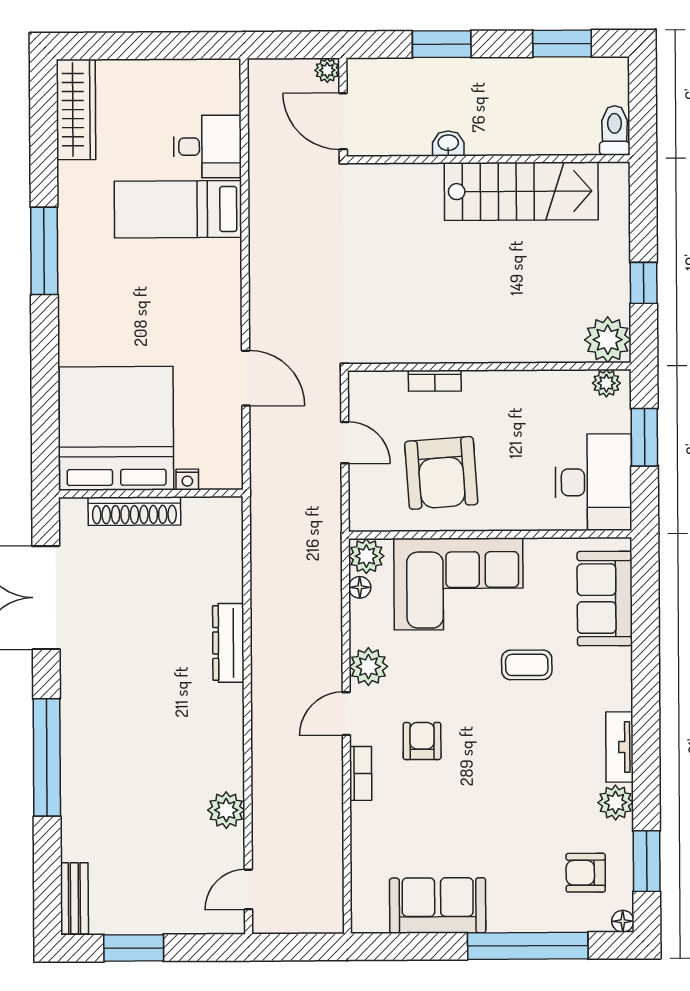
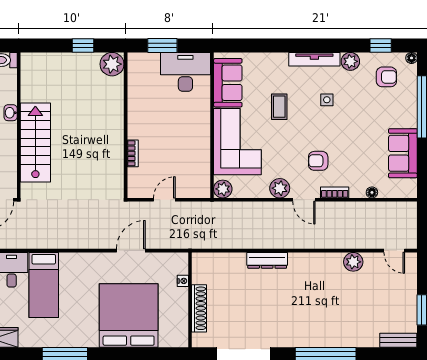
washbasin: (448, 143) -> (11, 113), moved
stairs: (521, 191) -> (35, 142), moved
plant: (606, 383) -> (134, 65), removed
bed: (116, 428) -> (129, 315), moved, turned 90
armchair: (441, 473) -> (180, 150), removed
floor lamp: (360, 587) -> (372, 192), moved
sofa: (605, 599) -> (228, 83), moved, turned -90
tv unit: (619, 747) -> (314, 59), width x1.41
side table: (541, 757) -> (327, 100), added
window: (647, 861) -> (381, 46), width x0.67
armchair: (586, 873) -> (386, 77), turned -90

